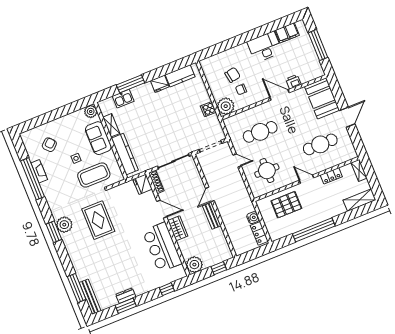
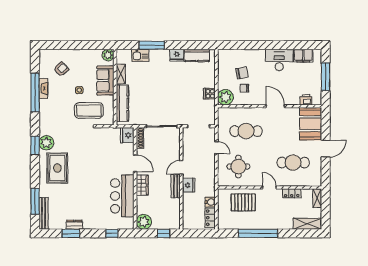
printer: (293, 82) -> (306, 100), moved
fridge: (224, 210) -> (189, 185), added
rug: (98, 220) -> (57, 168), moved

